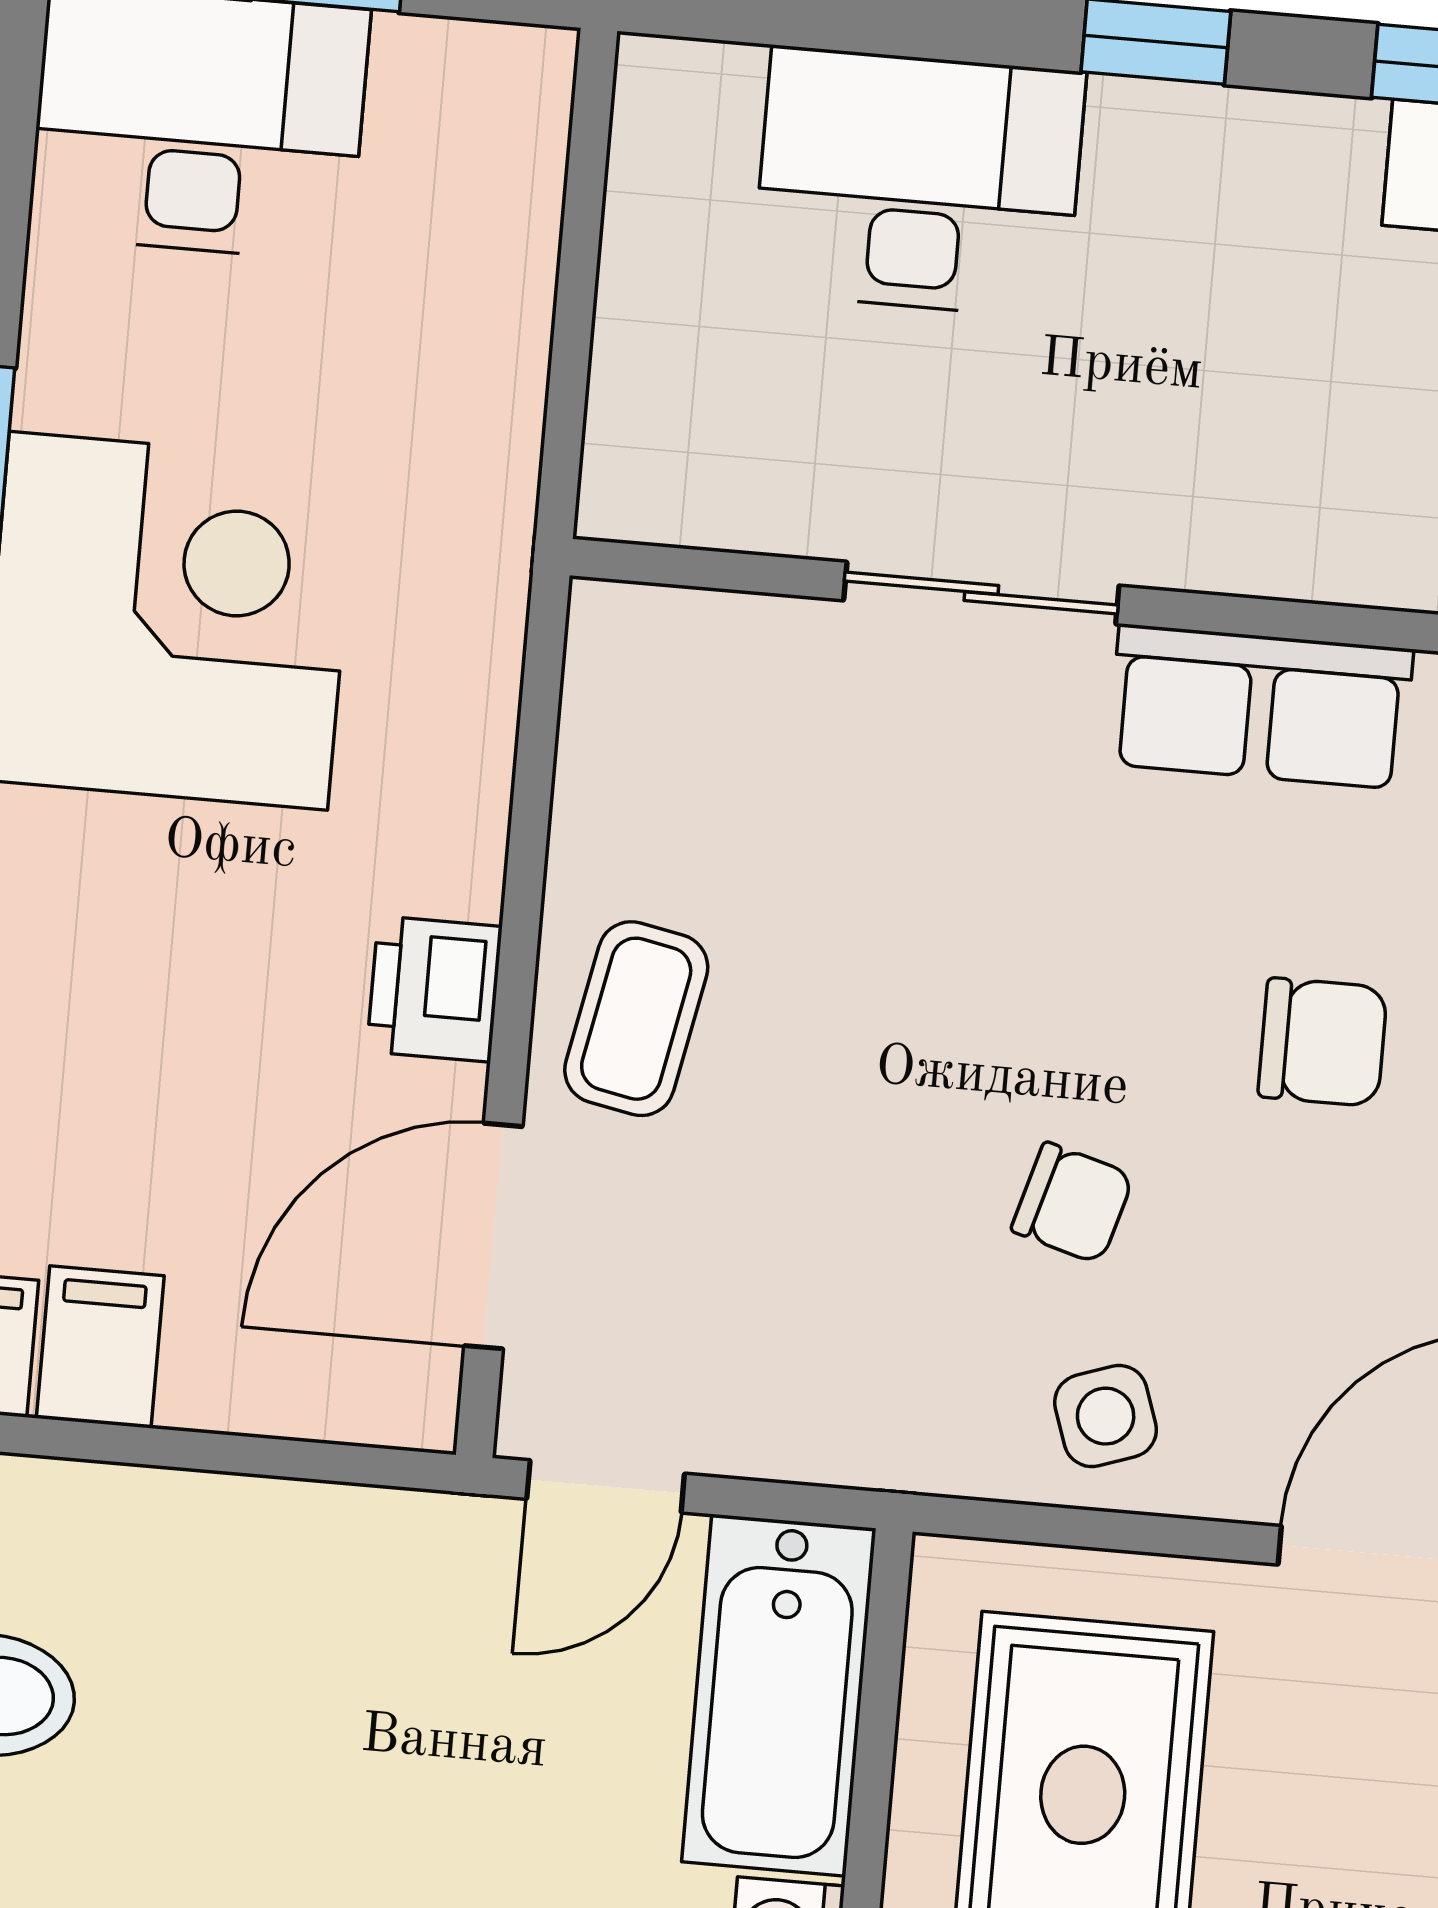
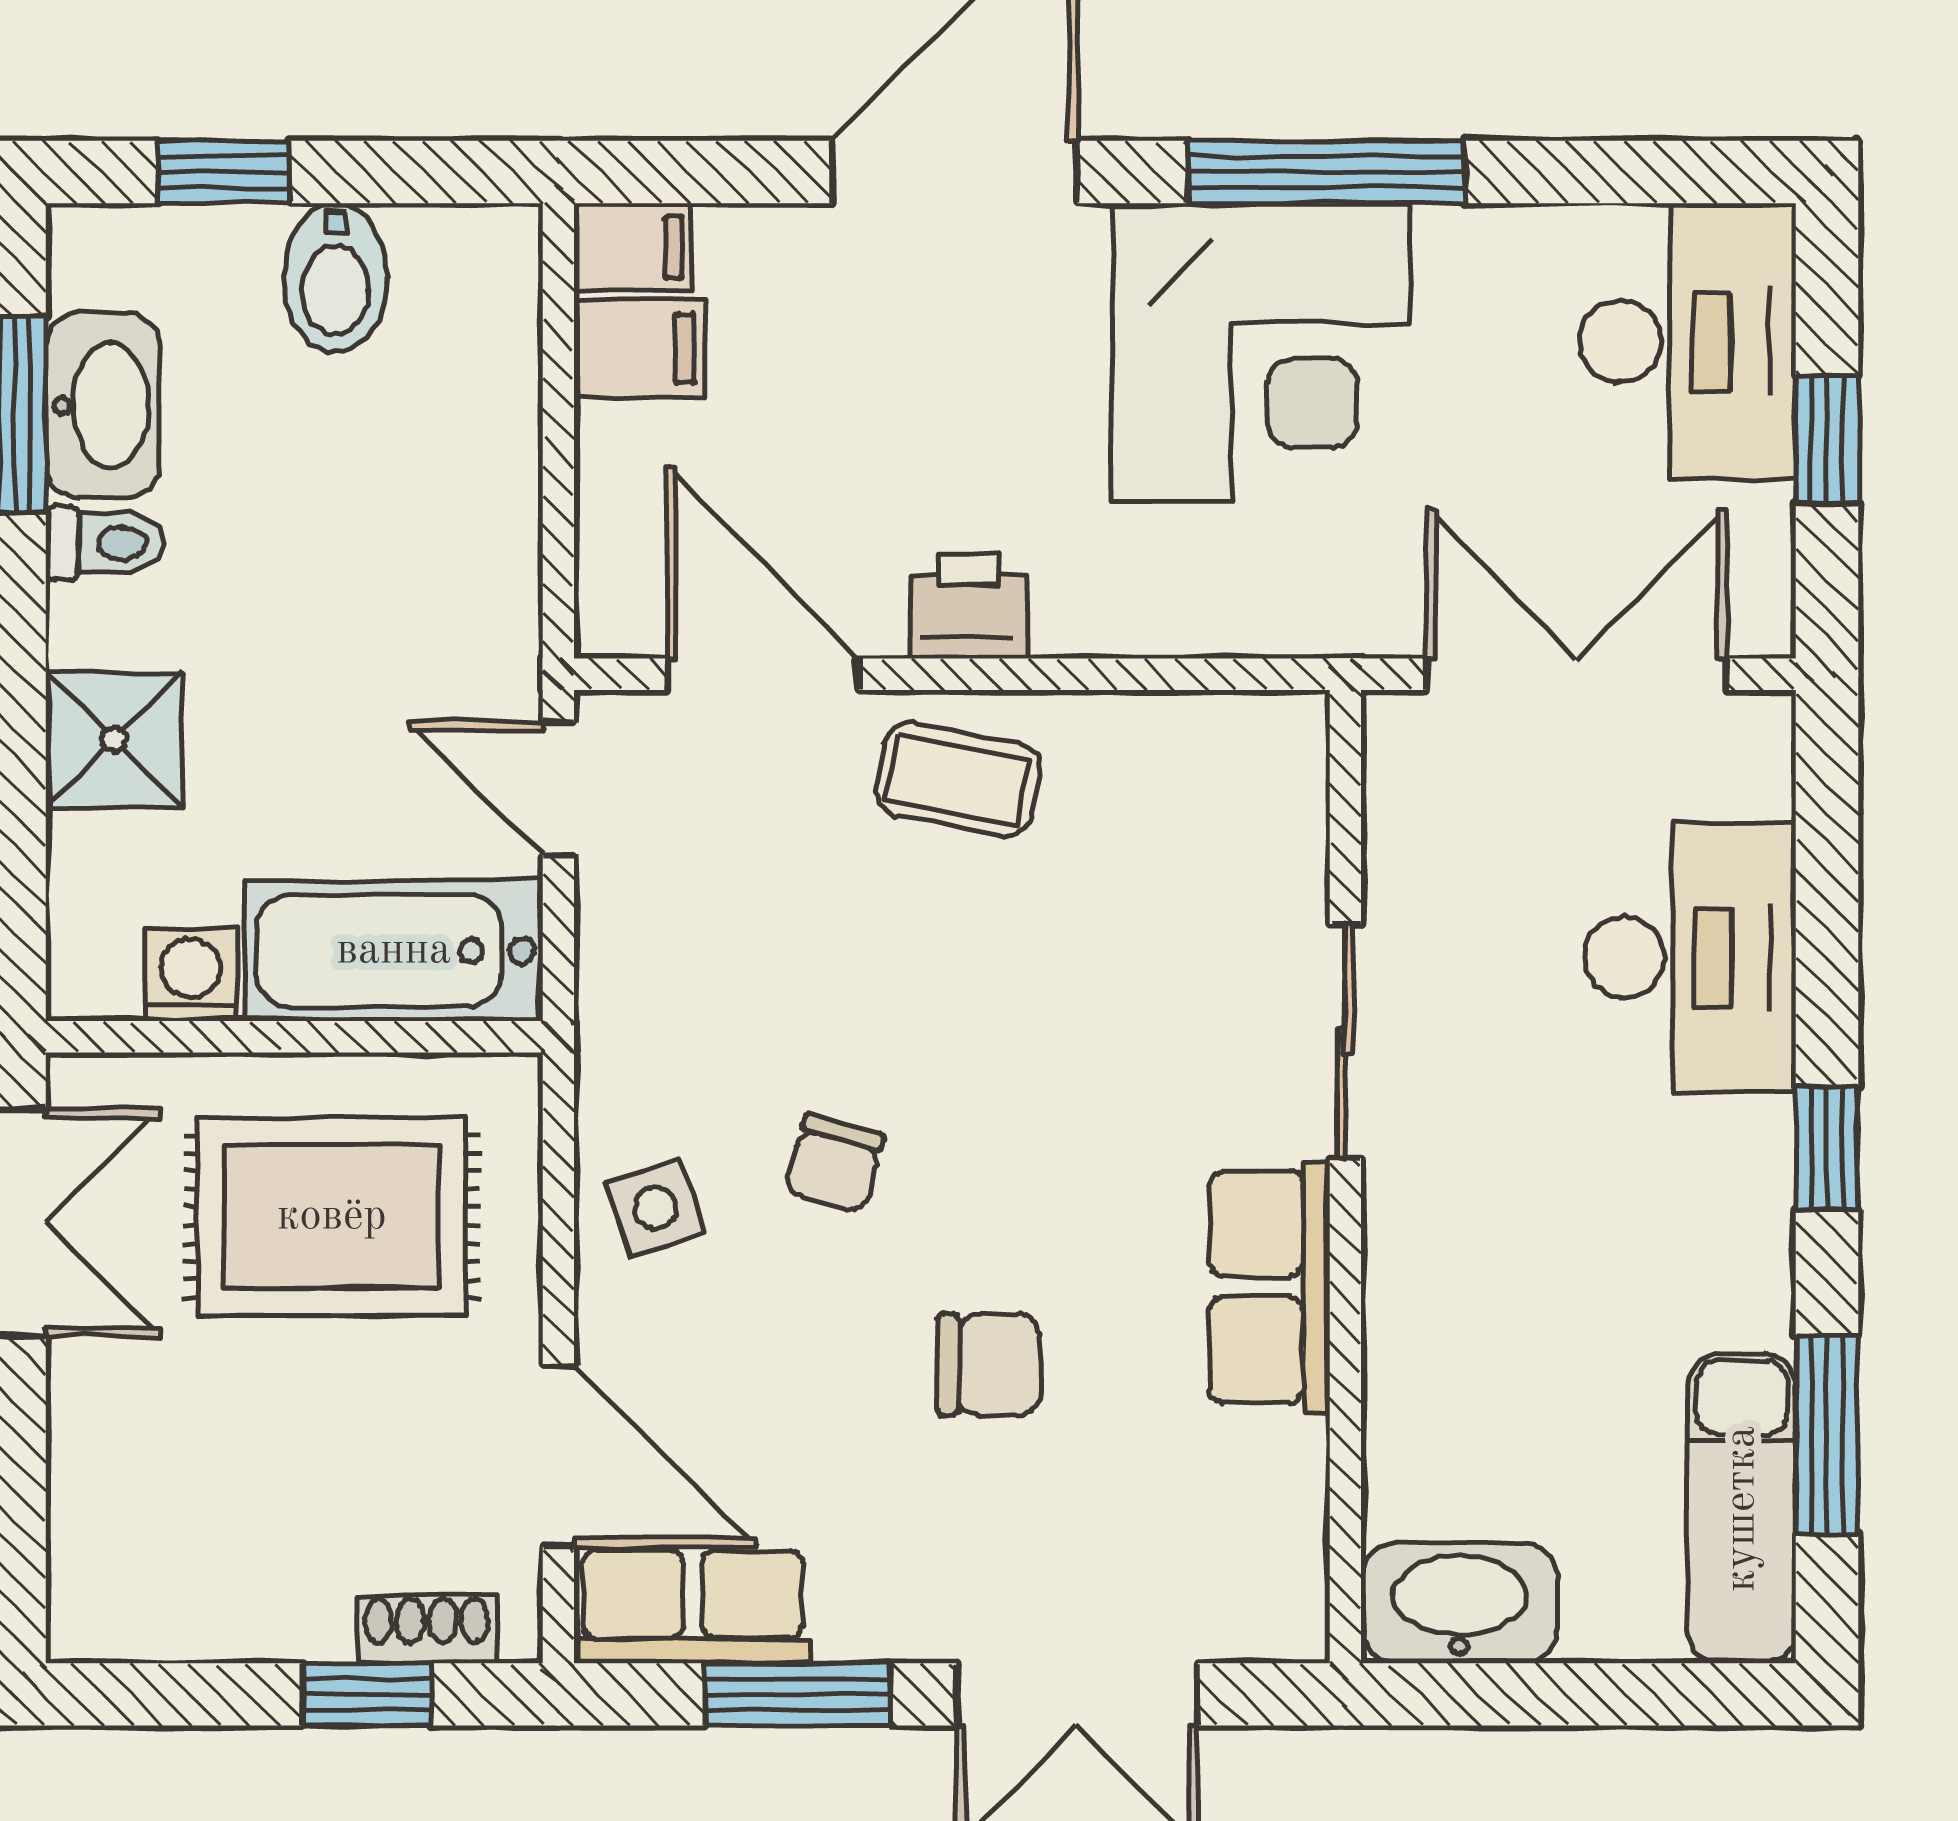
double door: (577, 285) -> (1577, 674), added
chair: (1323, 1042) -> (989, 1365), turned -90

